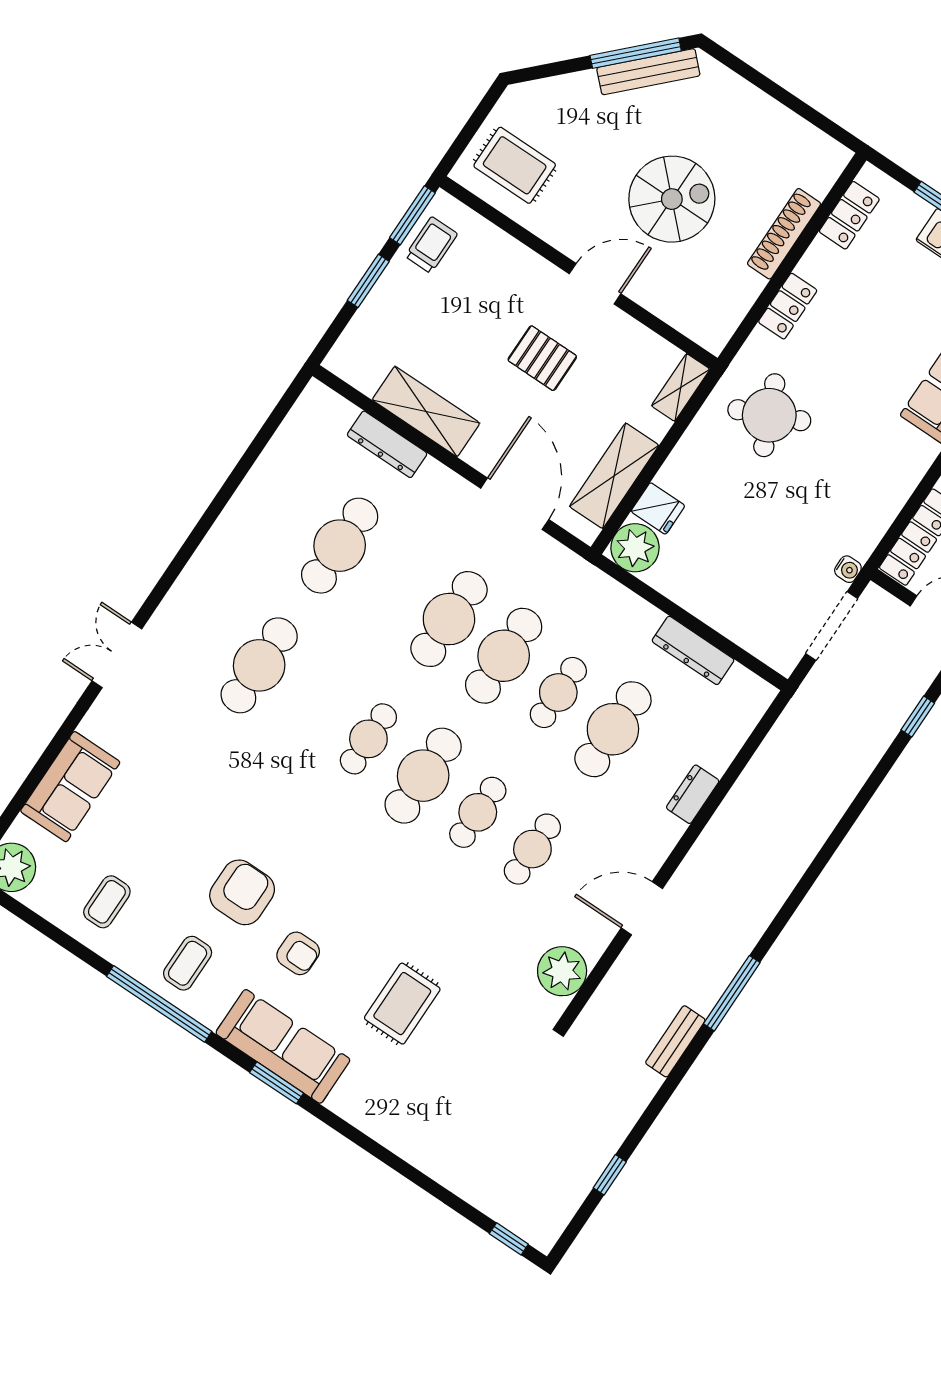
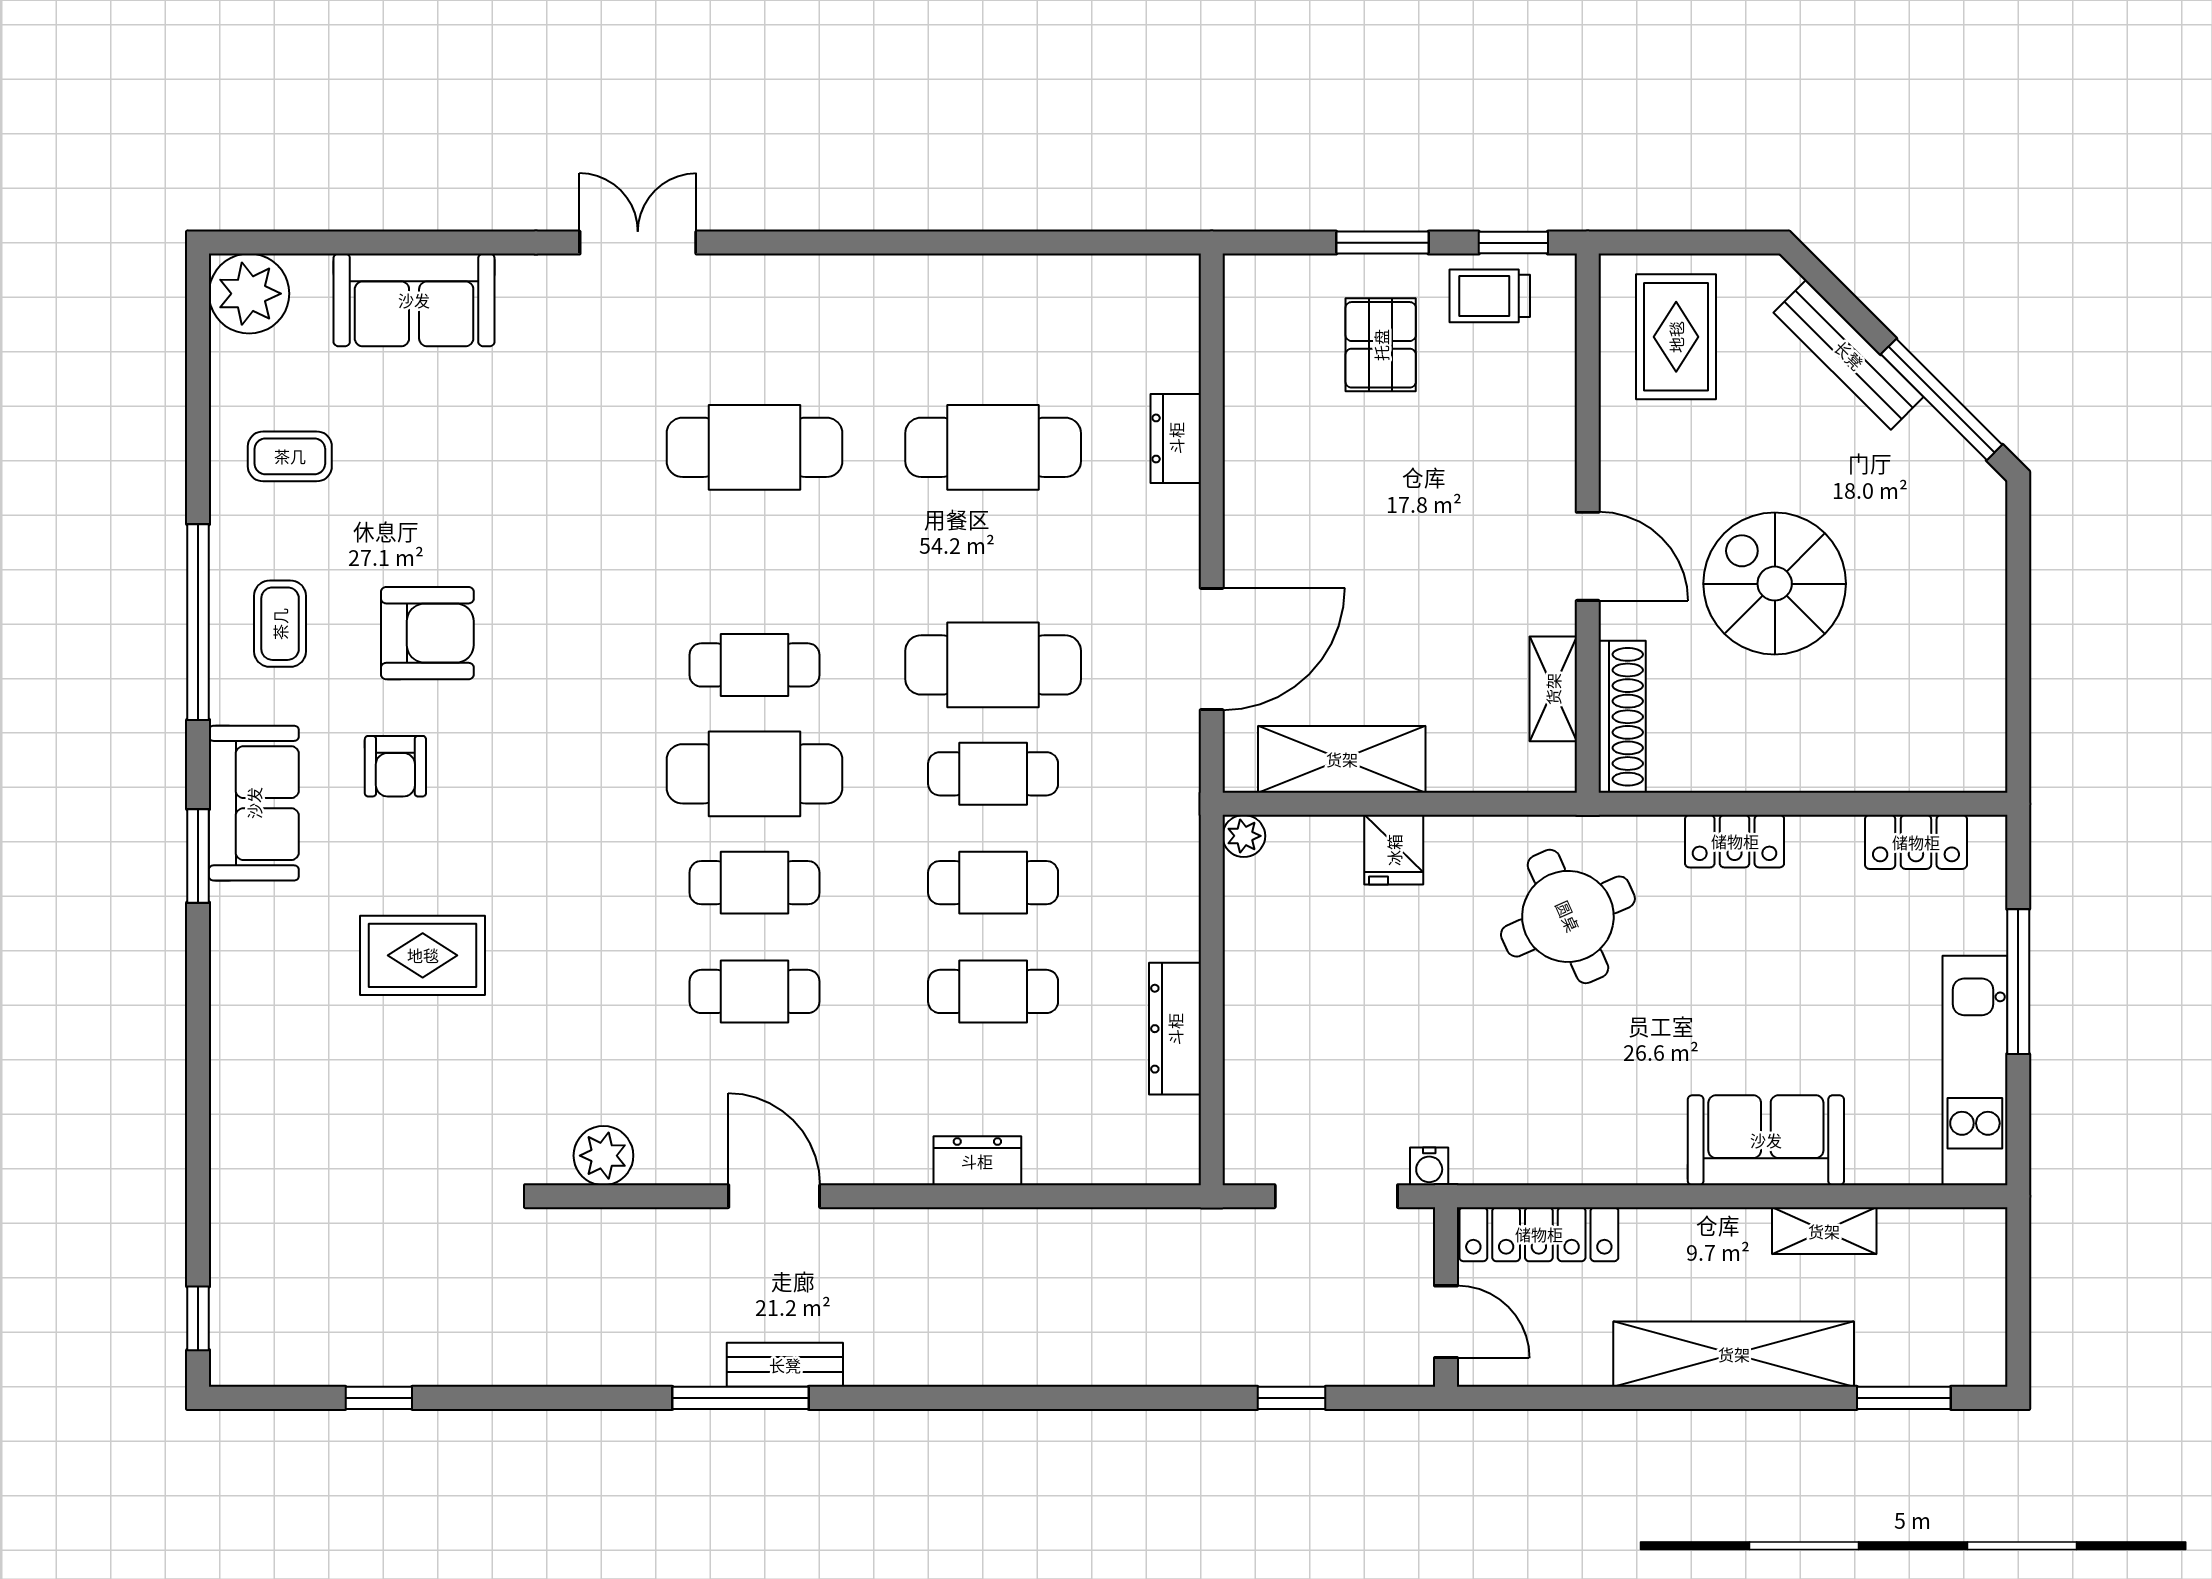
bench: (648, 72) -> (1849, 355), moved
spiral stairs: (672, 199) -> (1775, 584), turned 180
window: (412, 215) -> (1513, 243), width x0.67
shoe rack: (784, 234) -> (1622, 717), moved, turned 90
trolley: (431, 245) -> (1490, 296), turned 180
pallet: (542, 358) -> (1381, 345), moved
shelving: (681, 387) -> (1553, 689), moved, turned 90
shelving: (426, 411) -> (1257, 442), removed
dresser: (387, 444) -> (1176, 438), width x0.70
fridge: (658, 508) -> (1394, 850), moved
plant: (635, 548) -> (1244, 836), width x0.53, depth x0.53
cafe table: (504, 656) -> (993, 774), width x0.73, depth x0.74
cafe table: (613, 729) -> (993, 991), width x0.73, depth x0.74
coffee table: (188, 963) -> (280, 624), turned 90
plant: (562, 971) -> (603, 1156), width x0.73, depth x0.73
bench: (675, 1041) -> (785, 1365), moved
sofa: (283, 1046) -> (254, 803), width x0.73

